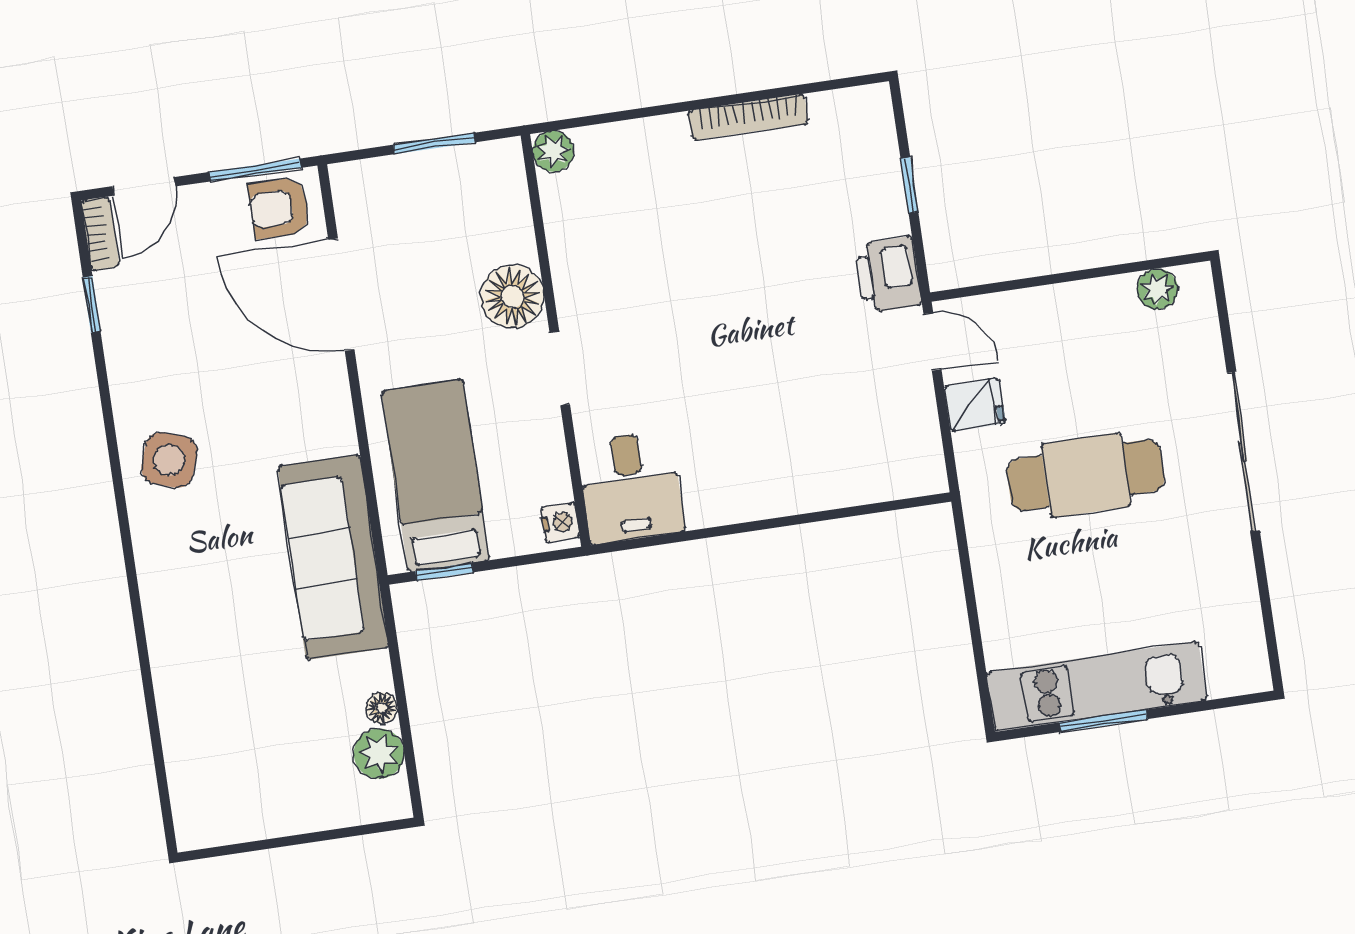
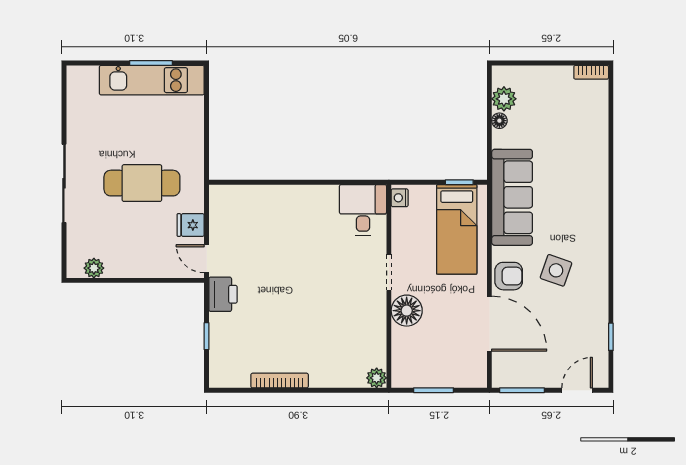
armchair: (279, 208) -> (509, 276), moved
bookcase: (100, 234) -> (591, 72), moved, turned -90
side table: (169, 460) -> (556, 270), moved

